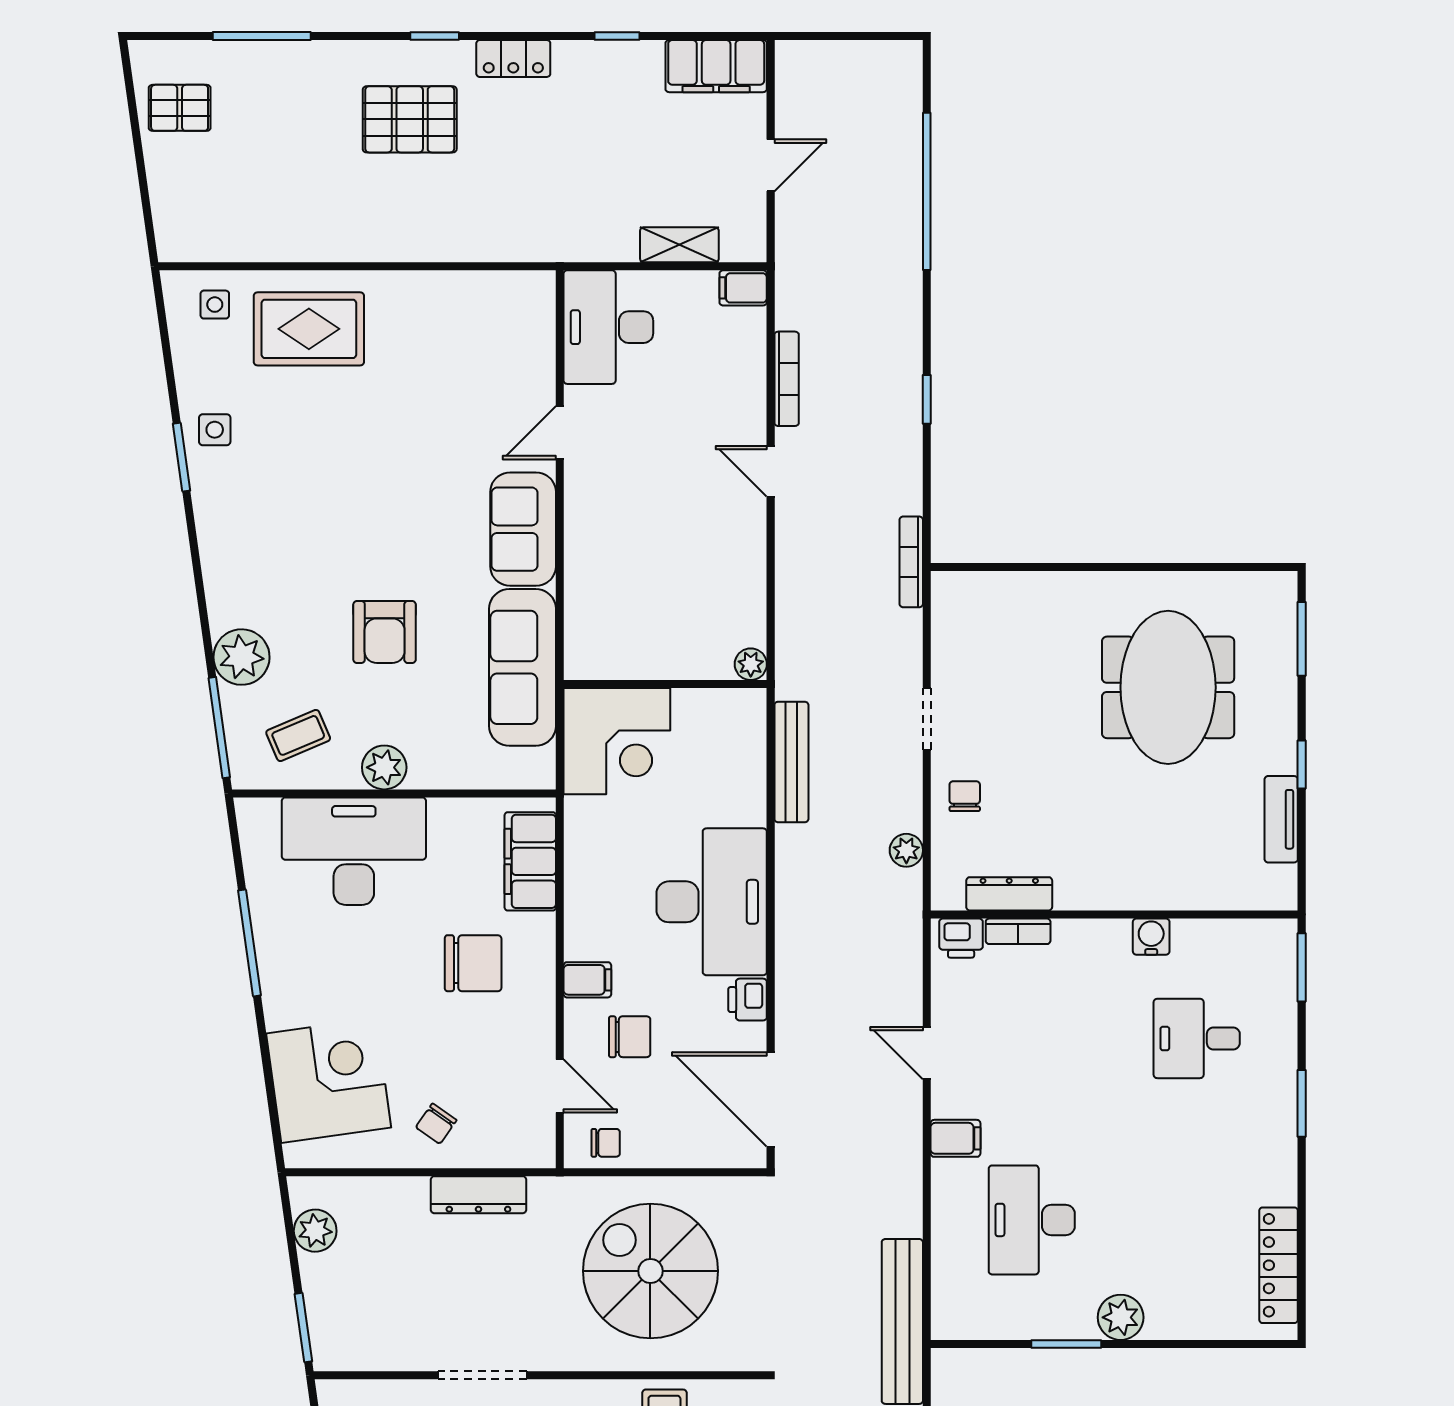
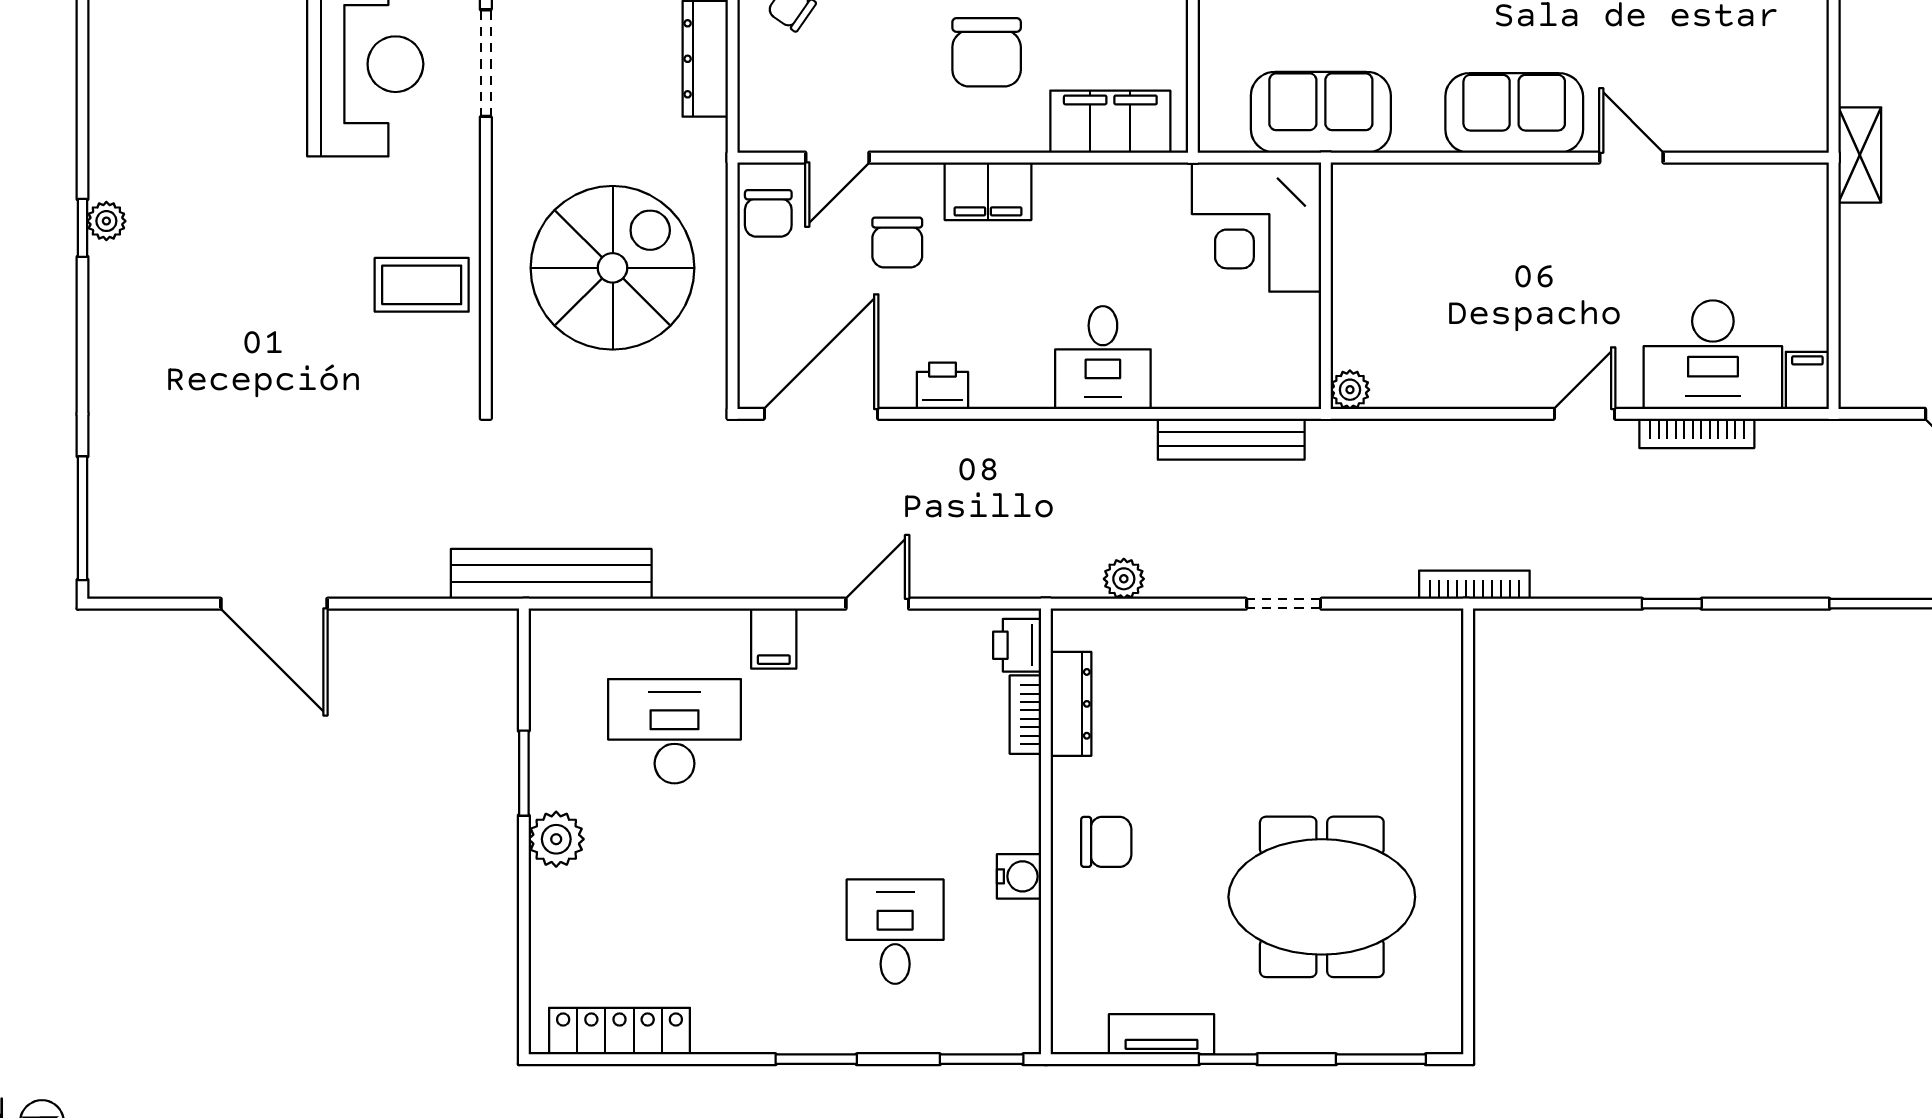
shelving: (679, 245) -> (1860, 155), moved
desk: (608, 327) -> (1713, 355), moved, turned 180
sofa: (523, 667) -> (1321, 112), width x0.73
chair: (965, 796) -> (1106, 842), moved, width x1.37, depth x1.37
desk: (712, 902) -> (1103, 358), width x0.53, depth x0.77
filing cabinet: (587, 980) -> (988, 191), width x2.00
chair: (606, 1143) -> (768, 213), width x1.37, depth x1.37

